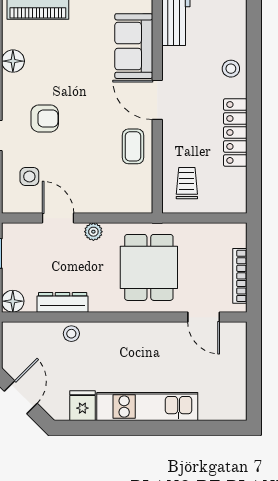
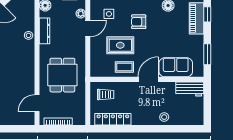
armchair: (45, 118) -> (139, 22), turned 90
locker: (235, 132) -> (113, 119), moved
rug: (91, 154) -> (120, 45), added
plant: (93, 232) -> (81, 14), moved
dining table: (149, 267) -> (62, 75), turned 90

